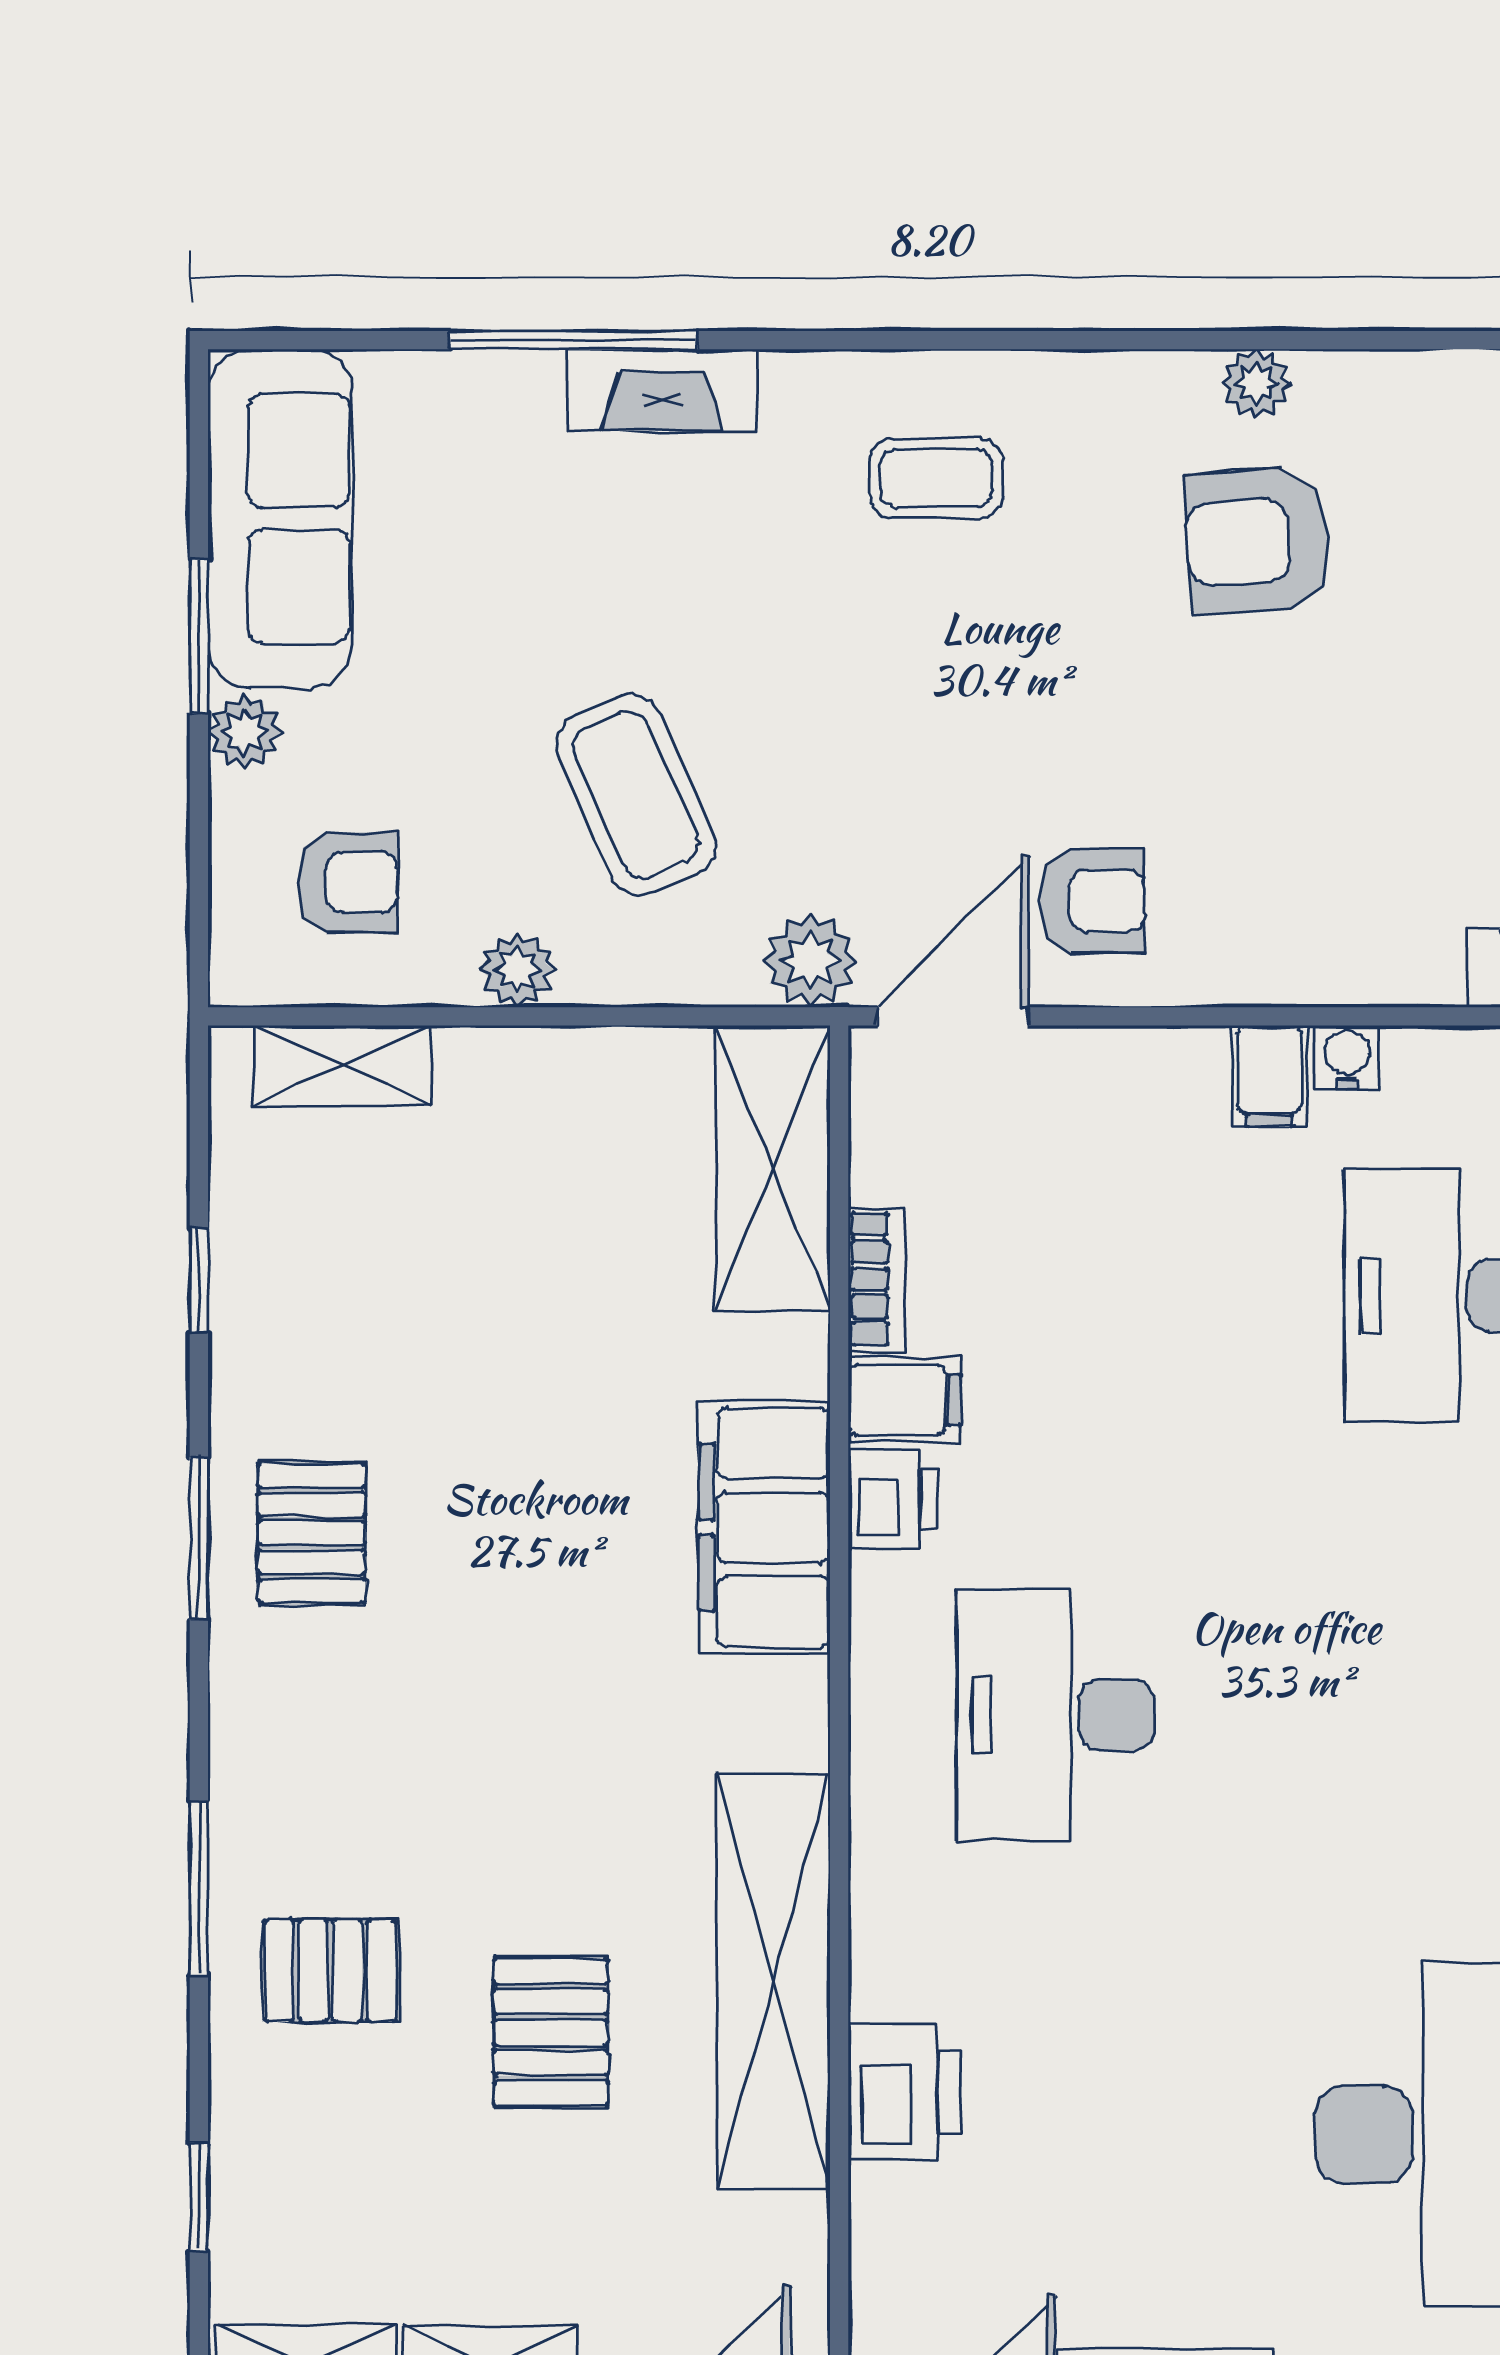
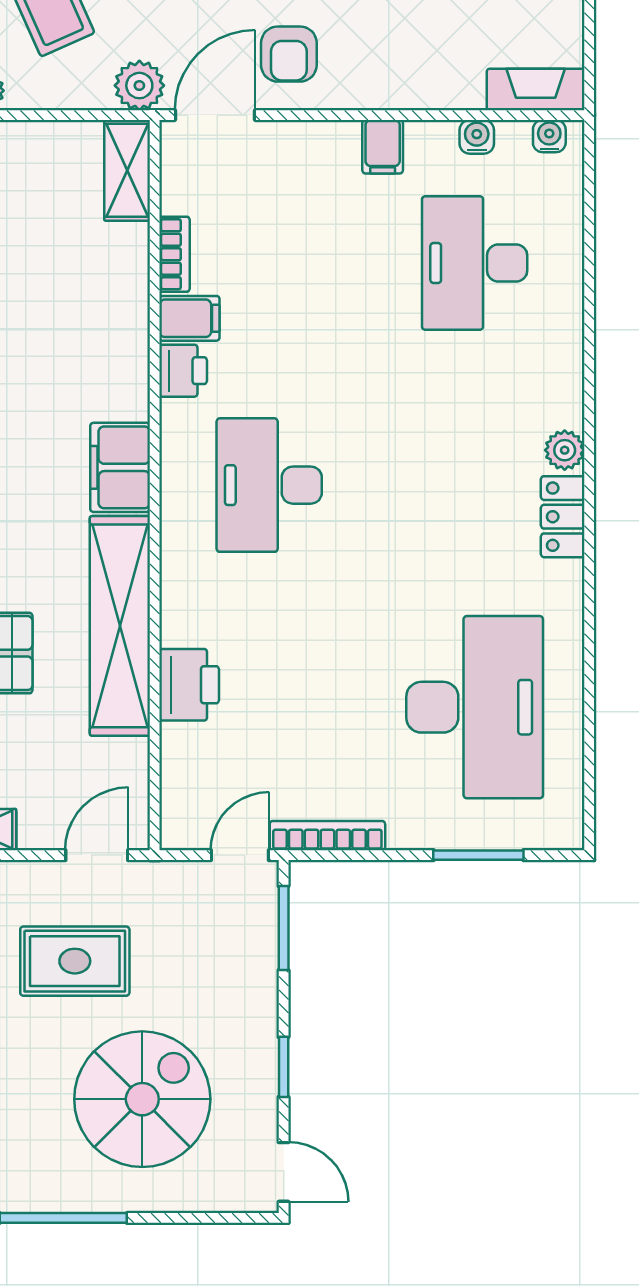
armchair: (1093, 901) -> (289, 54), turned 90
water cooler: (1347, 1057) -> (477, 137), moved
shelving: (773, 1168) -> (127, 170), width x0.67, depth x0.75
filing cabinet: (764, 1527) -> (120, 467), moved, width x0.67, depth x0.86

